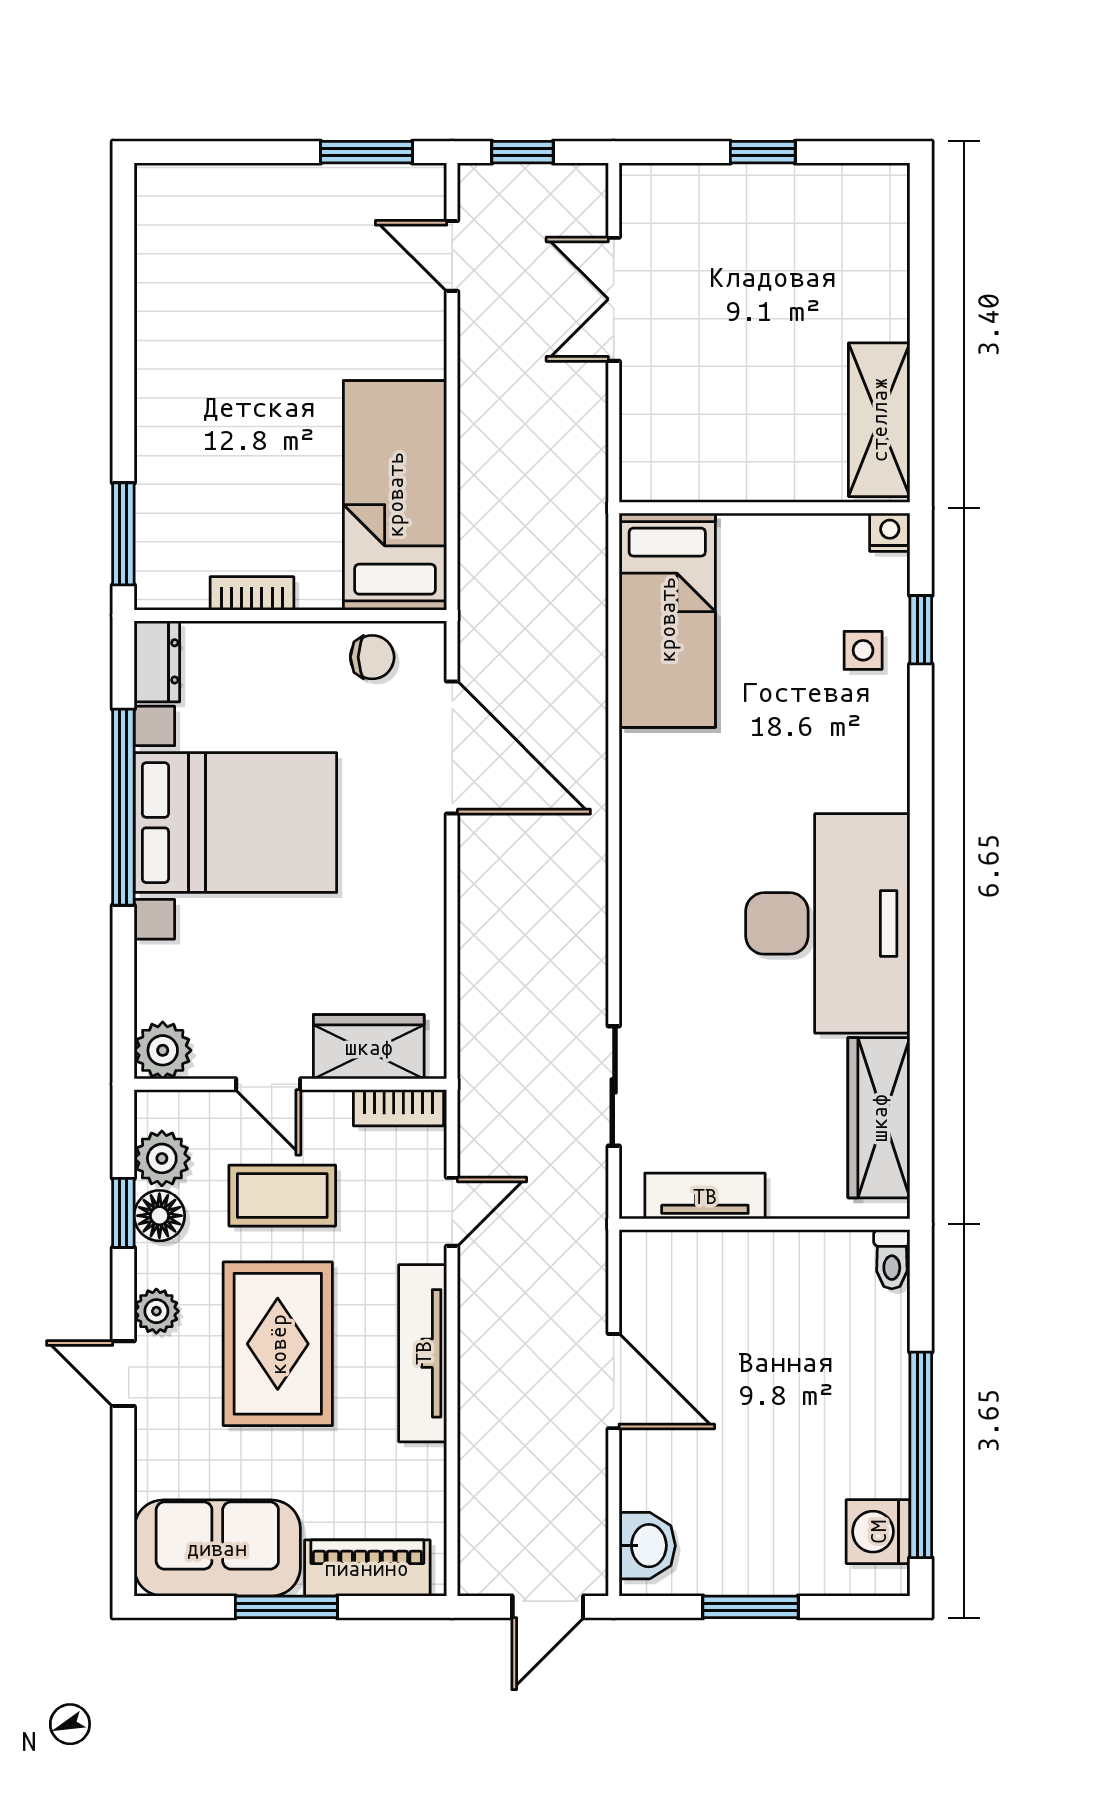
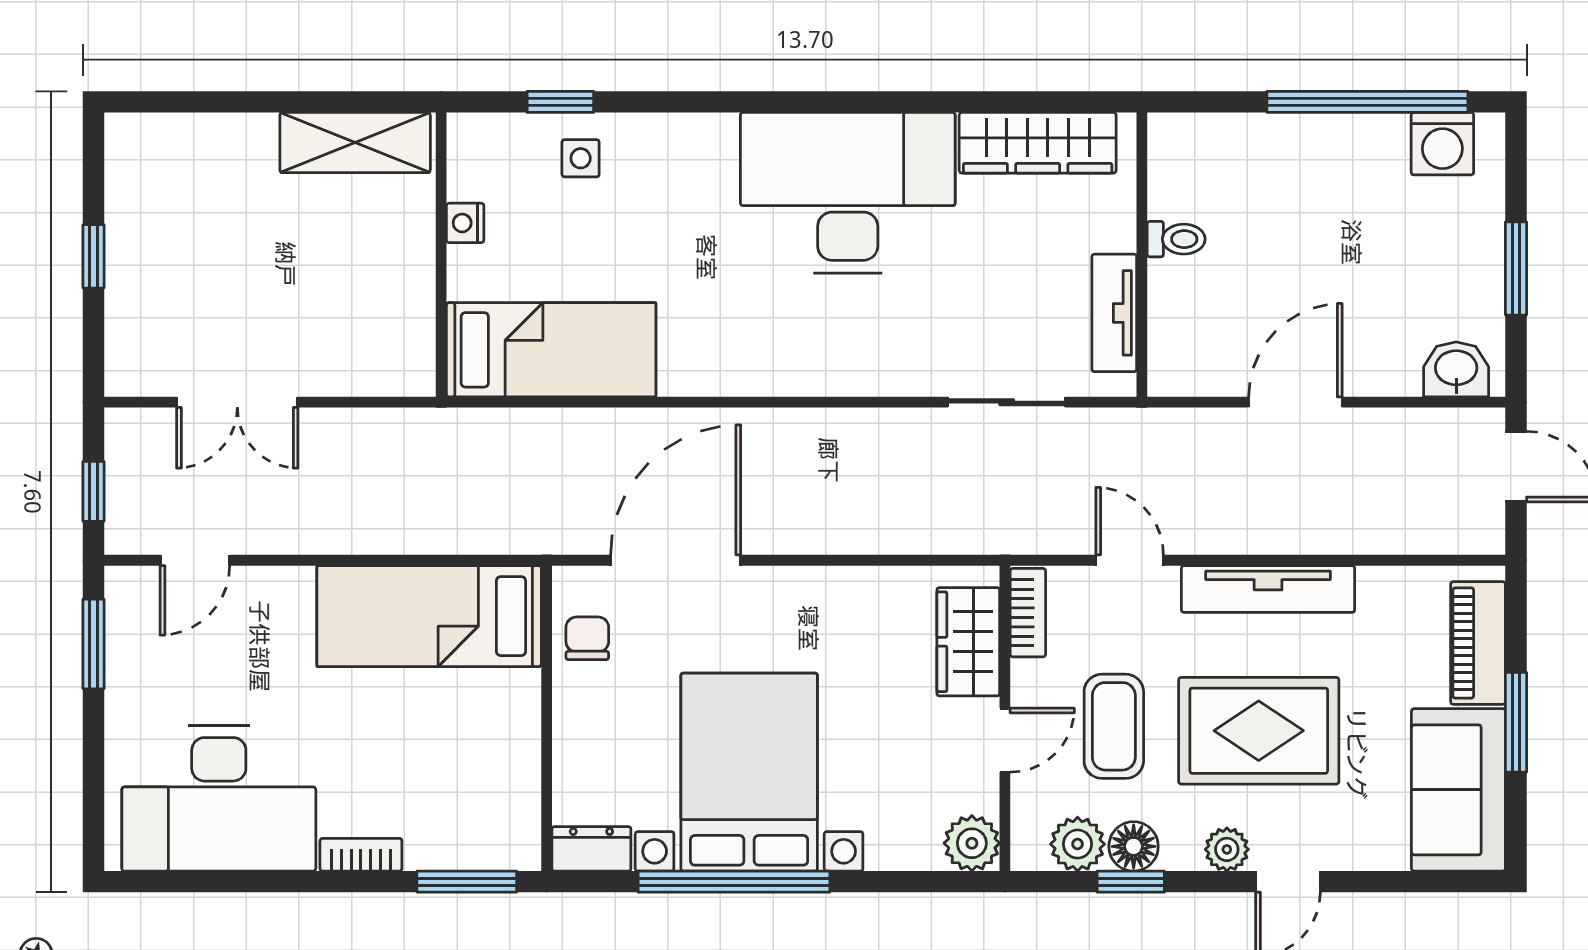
desk: (208, 280) -> (219, 799), added
nightstand: (890, 532) -> (465, 223), moved
bookcase: (252, 593) -> (361, 855), moved, turned 90
toilet: (892, 1259) -> (1176, 239), moved

